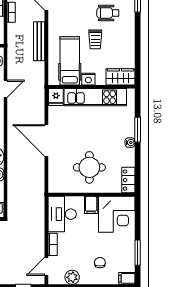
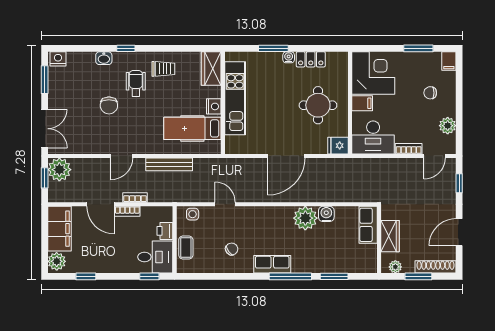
wheelchair: (108, 13) -> (136, 83), turned 180
trolley: (95, 39) -> (163, 69), moved
fridge: (56, 97) -> (338, 146), moved, turned 180
locker: (128, 180) -> (311, 59), moved
door: (46, 266) -> (435, 156), hinge flipped

